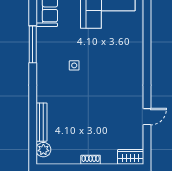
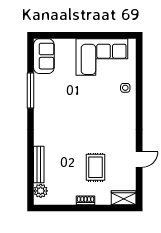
side table: (74, 65) -> (125, 88), moved
rug: (101, 125) -> (95, 167), added

